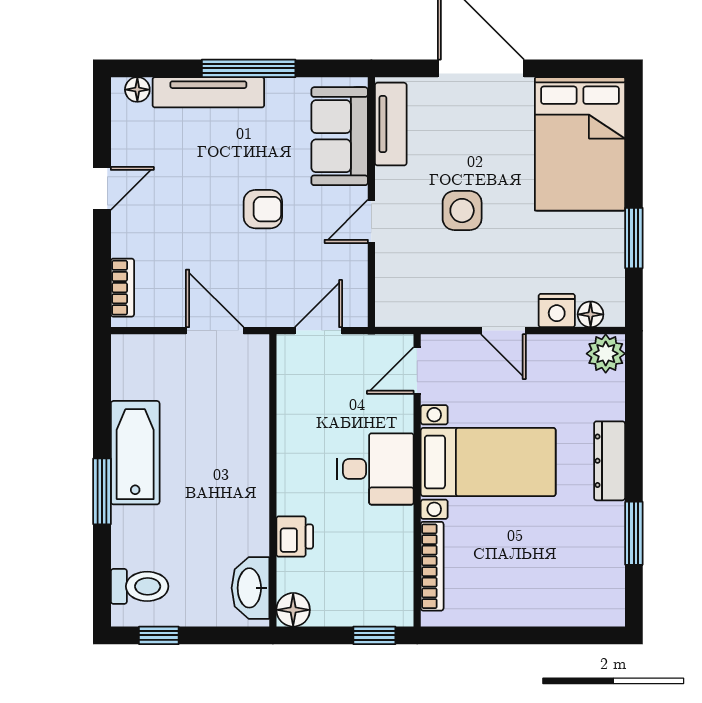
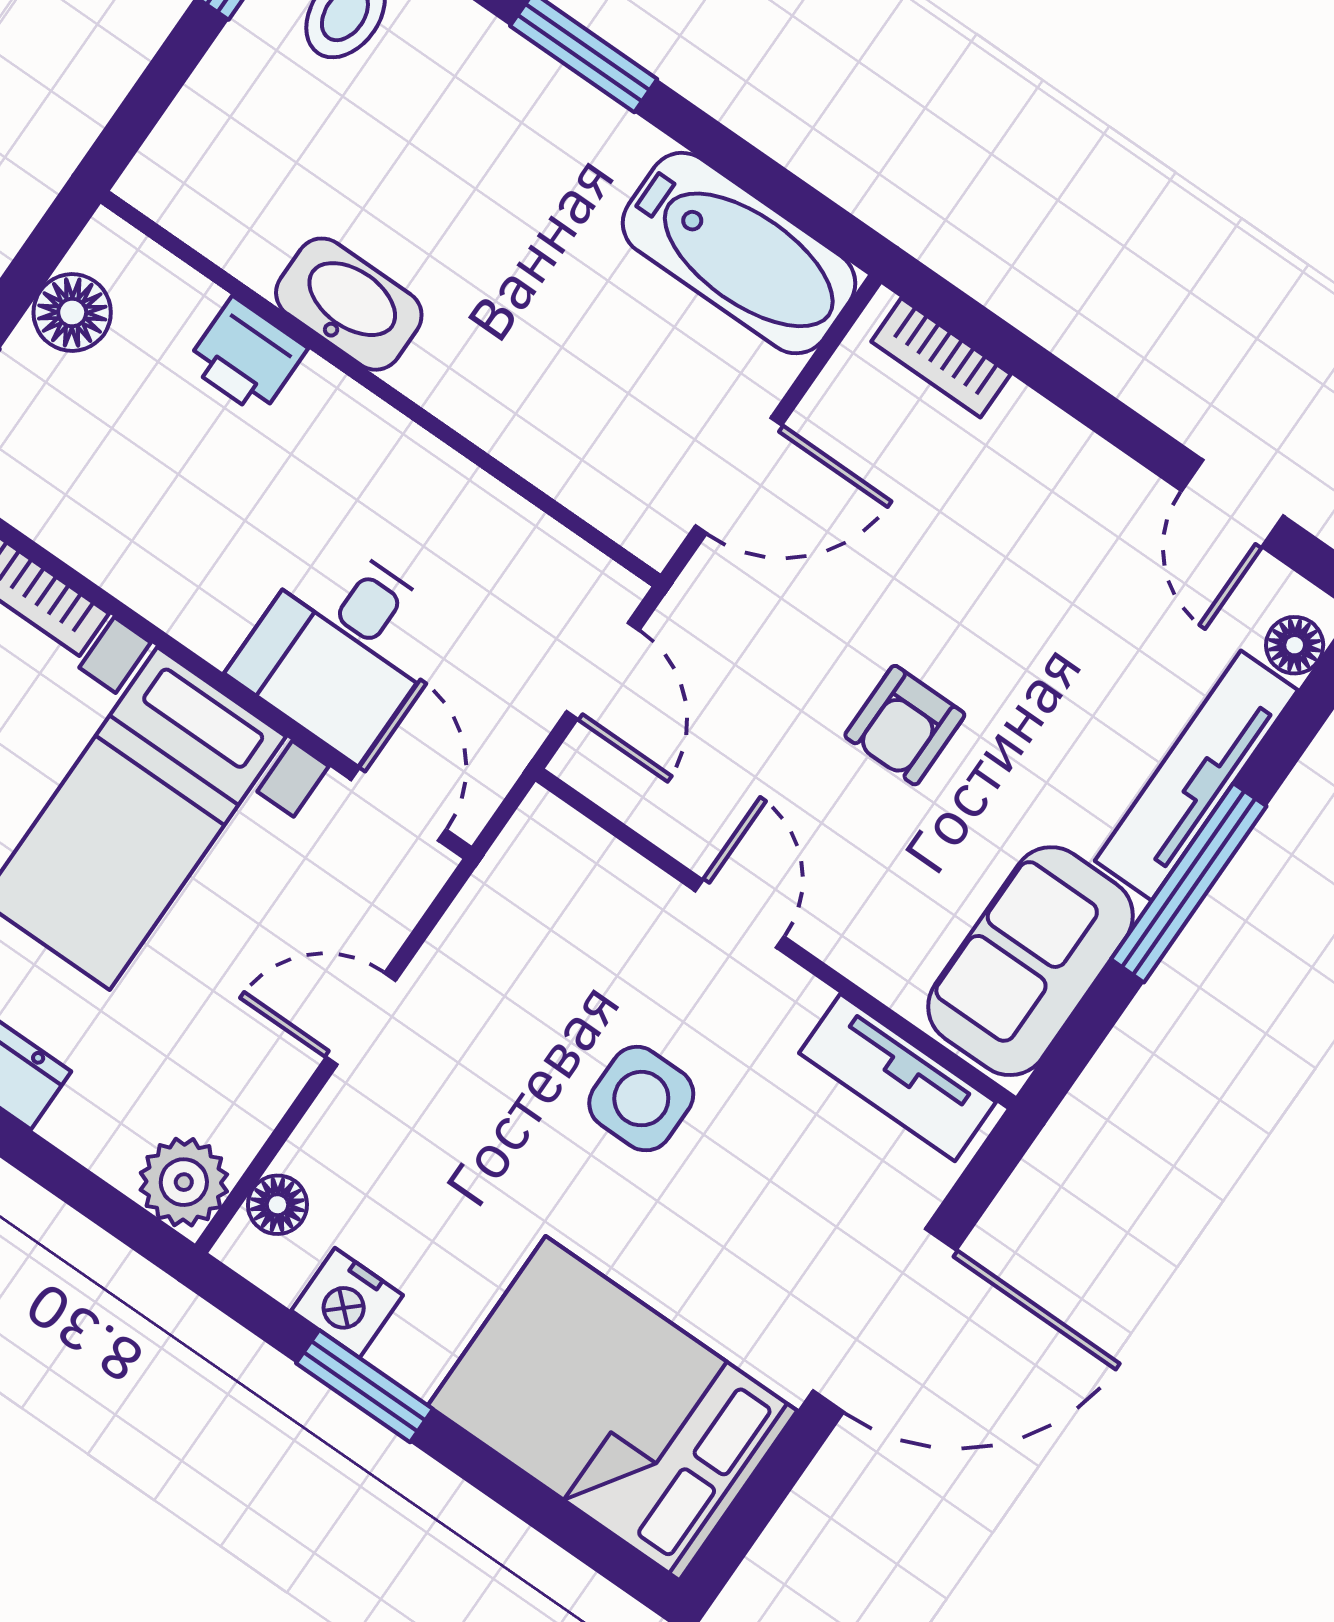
sofa: (340, 136) -> (1030, 961), moved, turned -90
door: (102, 188) -> (1232, 503), moved
nightstand: (557, 310) -> (347, 1303), moved, turned -90
bathtub: (135, 453) -> (739, 253), moved
desk: (375, 469) -> (341, 648), moved
washbasin: (250, 588) -> (349, 304), moved
floor lamp: (293, 610) -> (72, 313), moved

